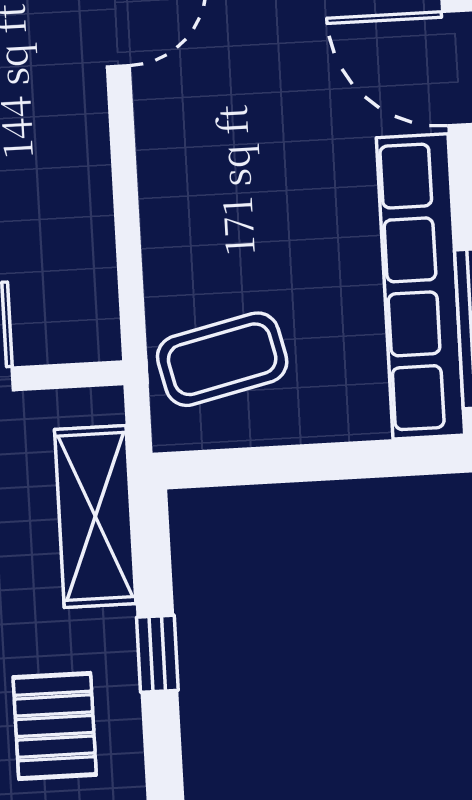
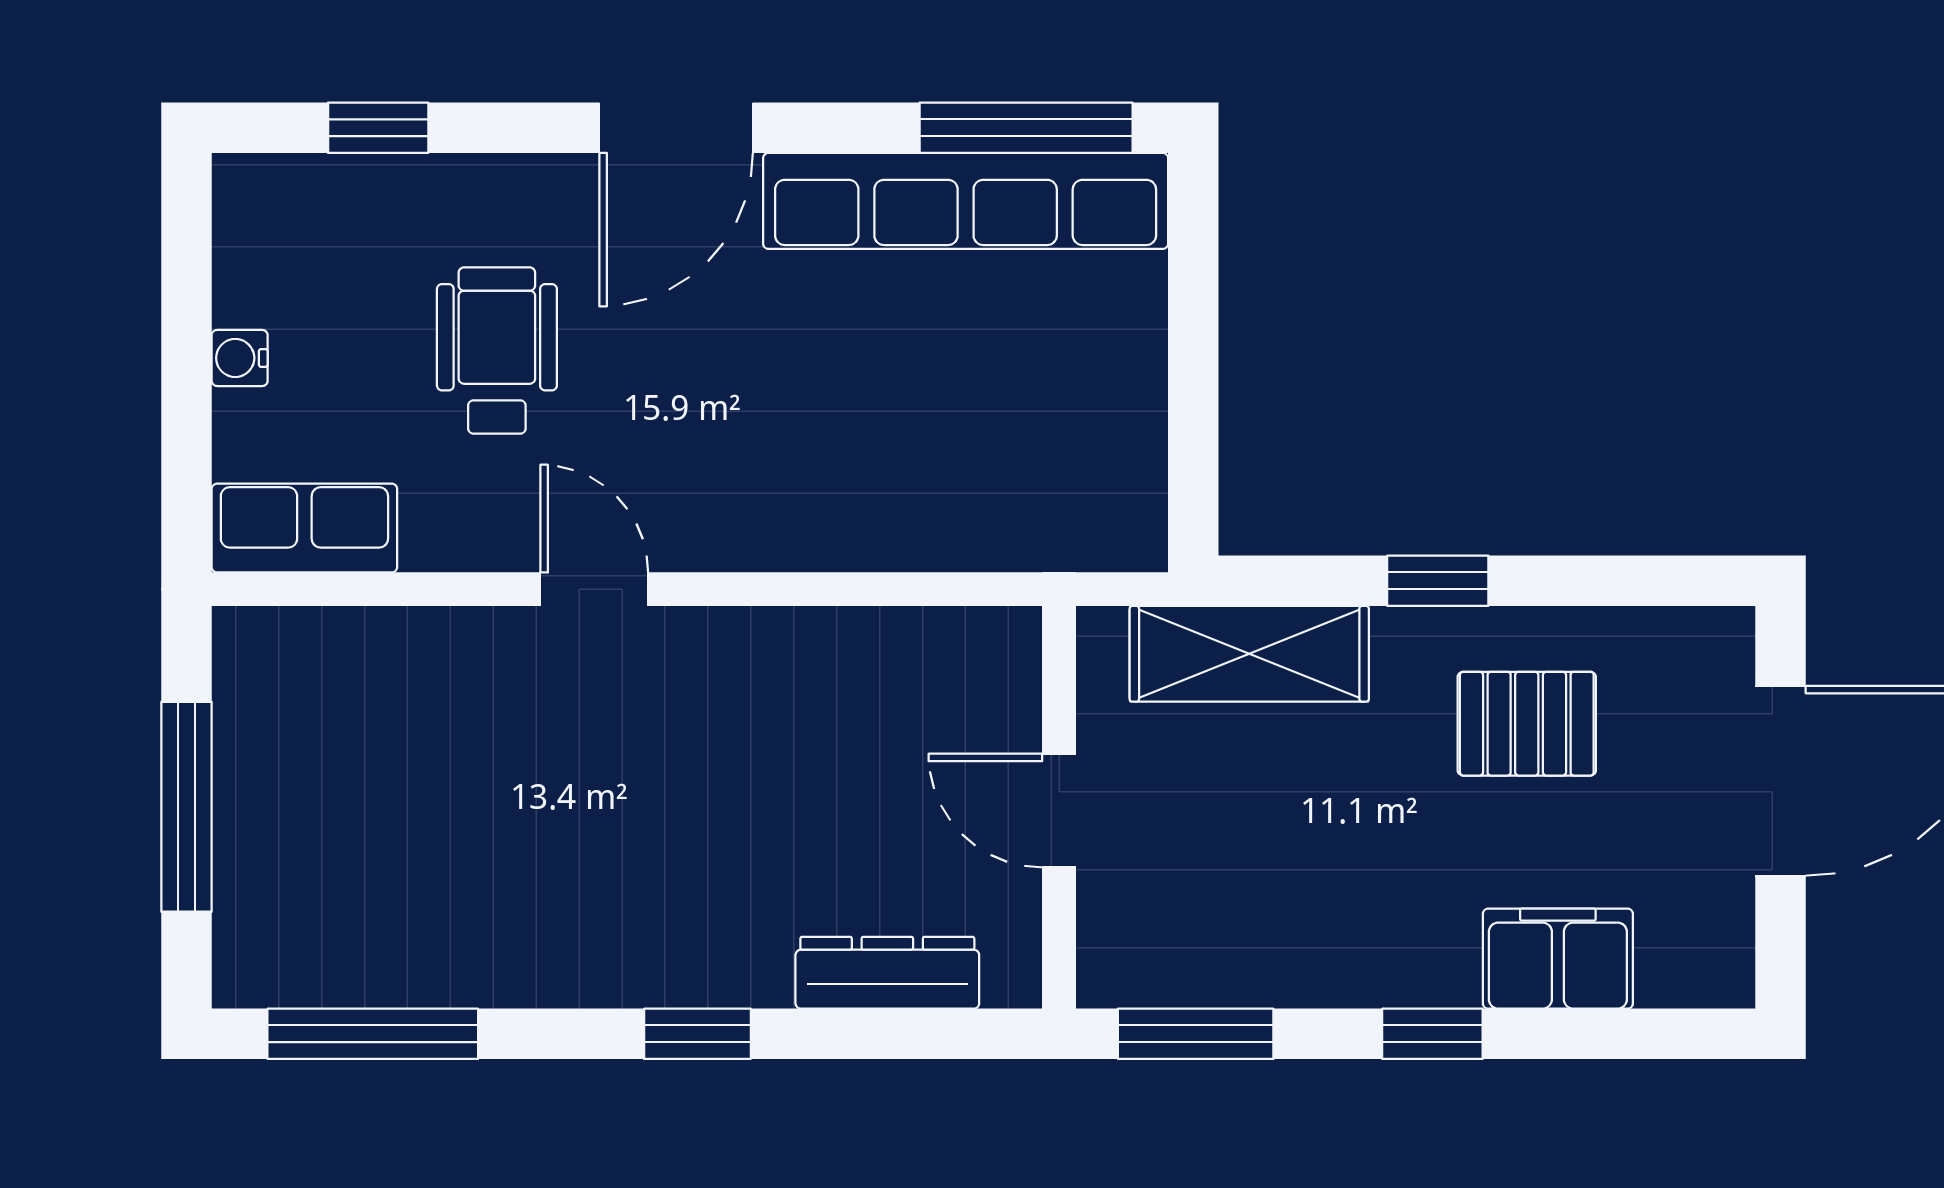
coffee table: (222, 359) -> (1048, 472), removed

